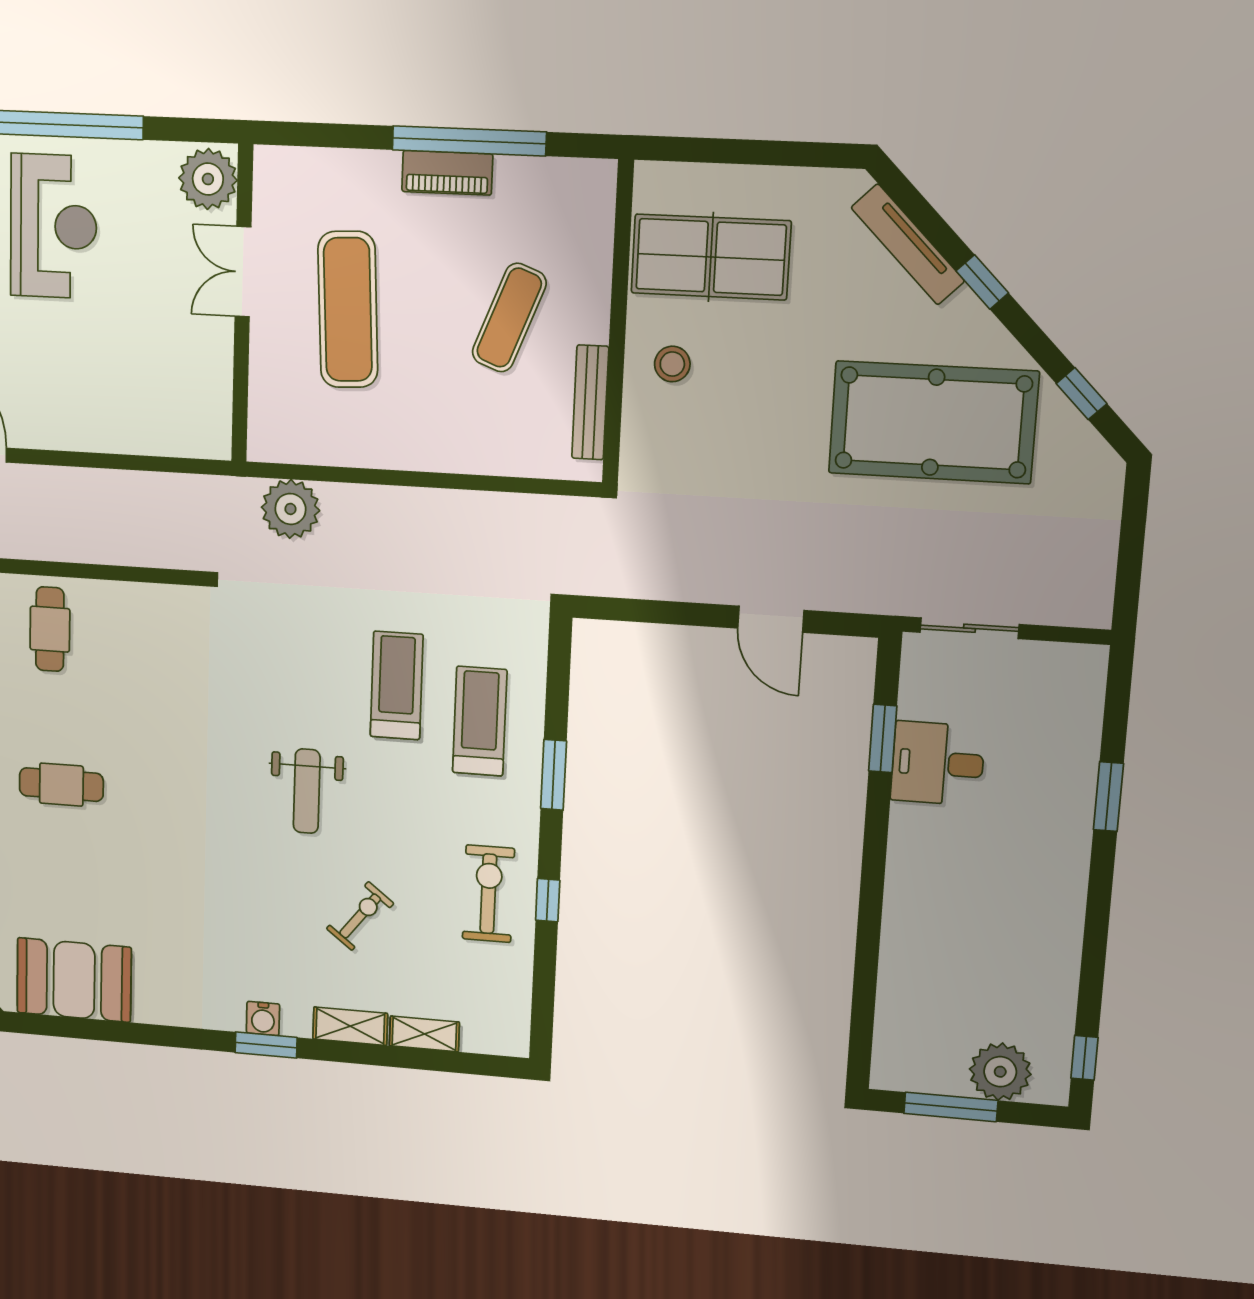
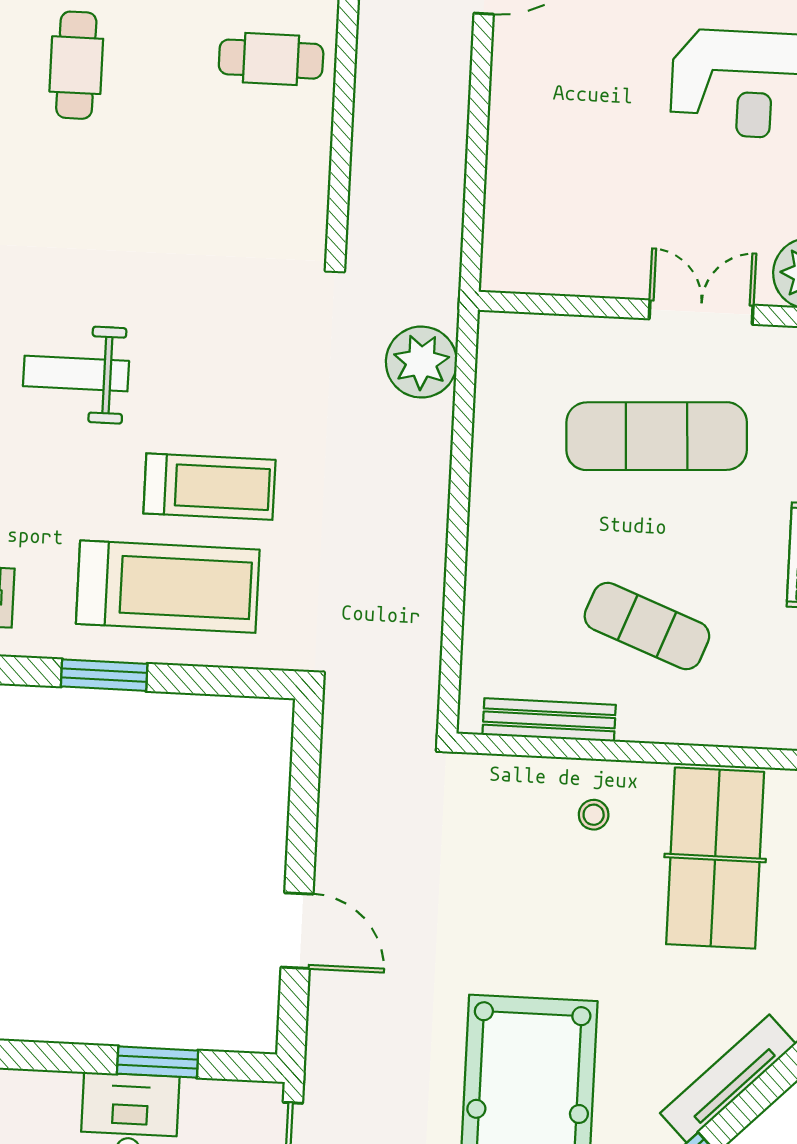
stool: (672, 364) -> (594, 815), width x0.73, depth x0.73
door: (771, 619) -> (297, 931), swing flipped
treadmill: (480, 721) -> (168, 587), width x1.37, depth x1.38

